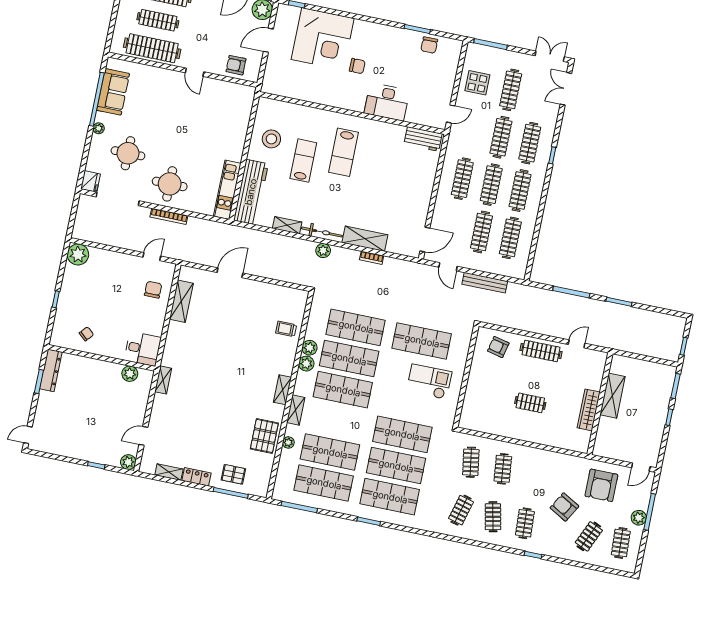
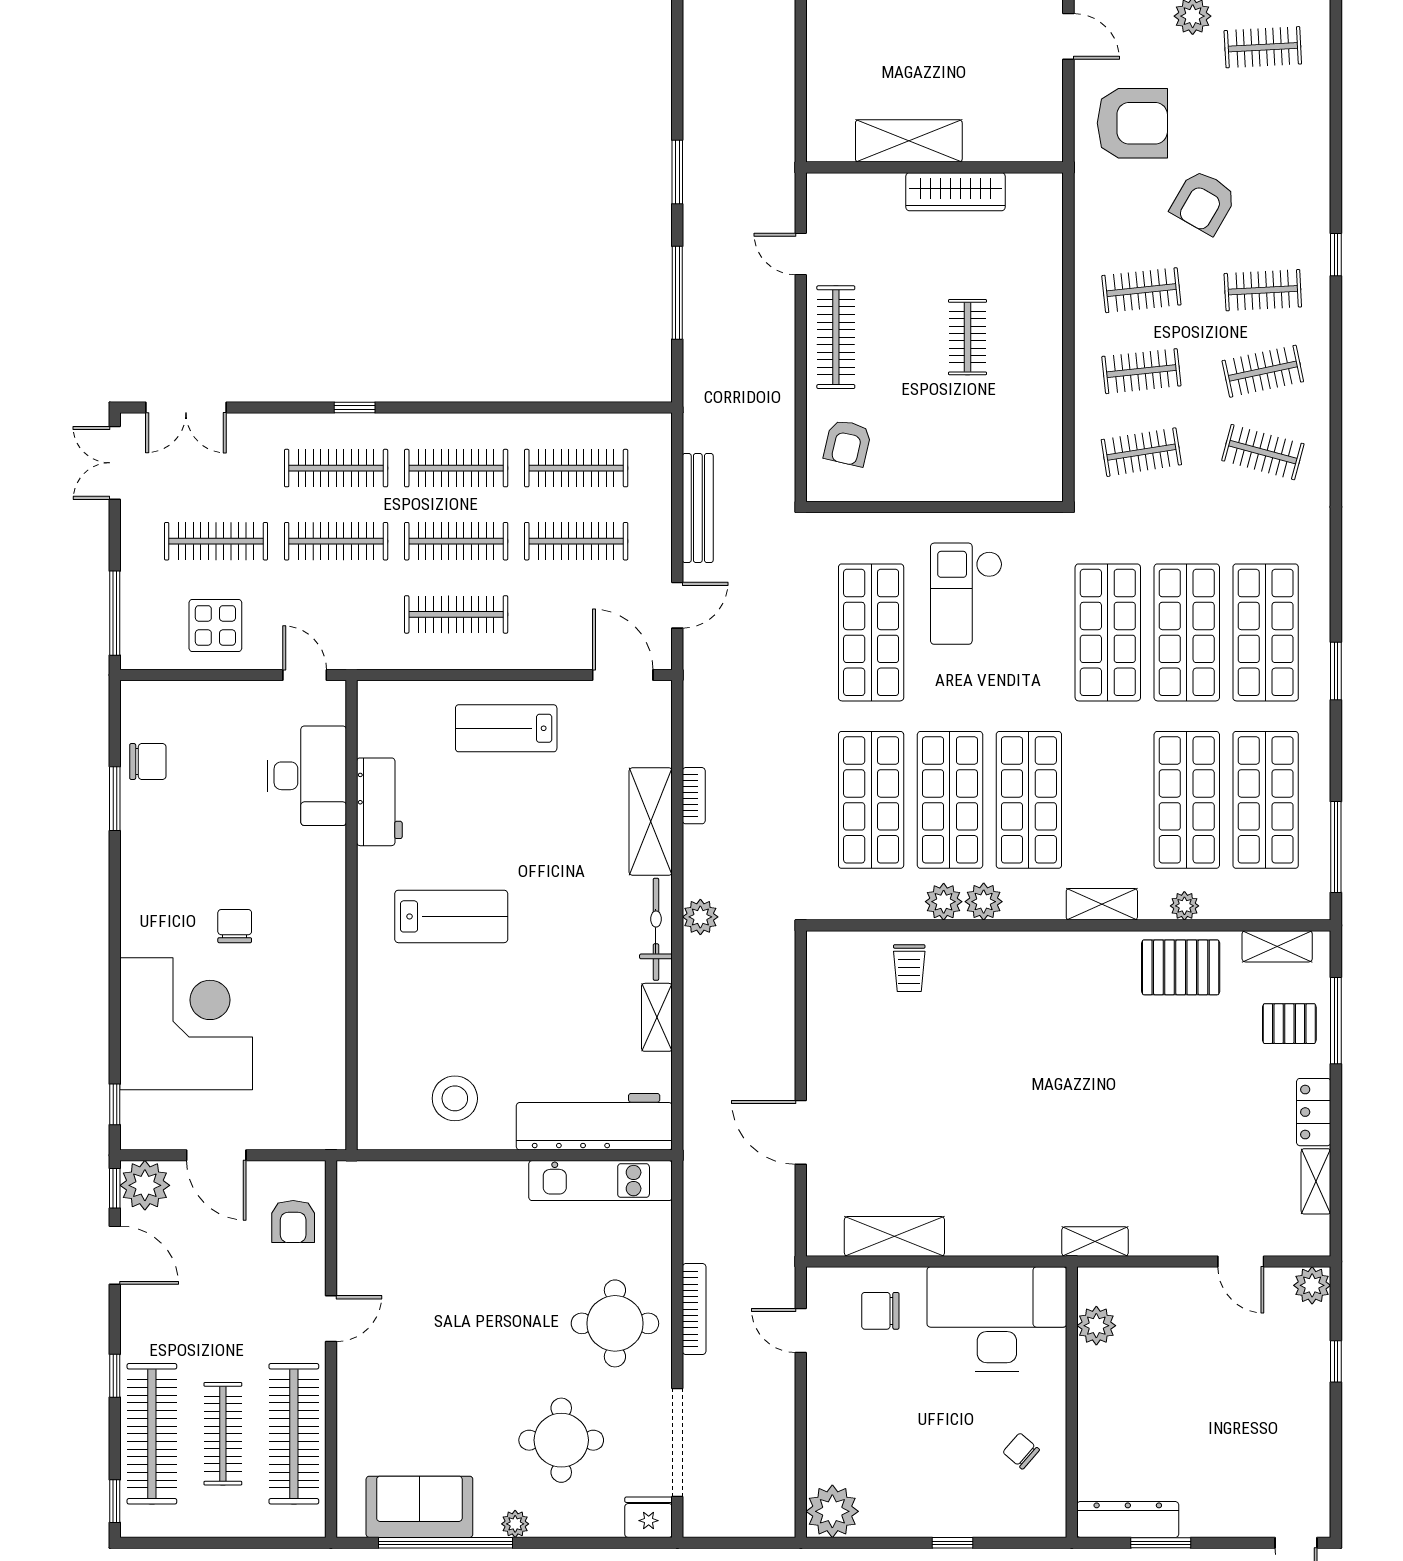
desk: (387, 102) -> (307, 776), moved
workbench: (423, 139) -> (379, 802), moved
lab bench: (303, 161) -> (506, 728), moved
desk: (143, 349) -> (997, 1319), width x1.87, depth x1.30
shelving: (283, 390) -> (1277, 946), moved
pallet: (233, 474) -> (1289, 1024), turned 90
clothes rail: (589, 536) -> (1141, 290), moved, turned -30

